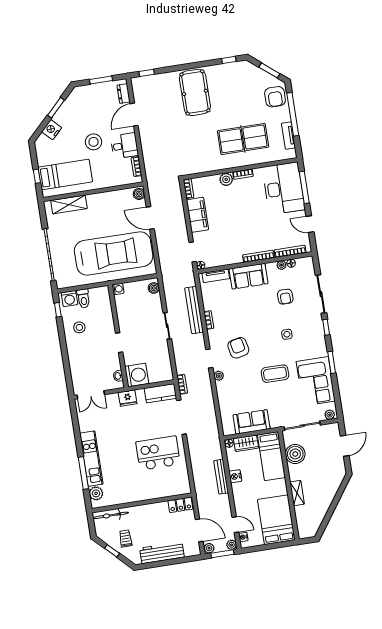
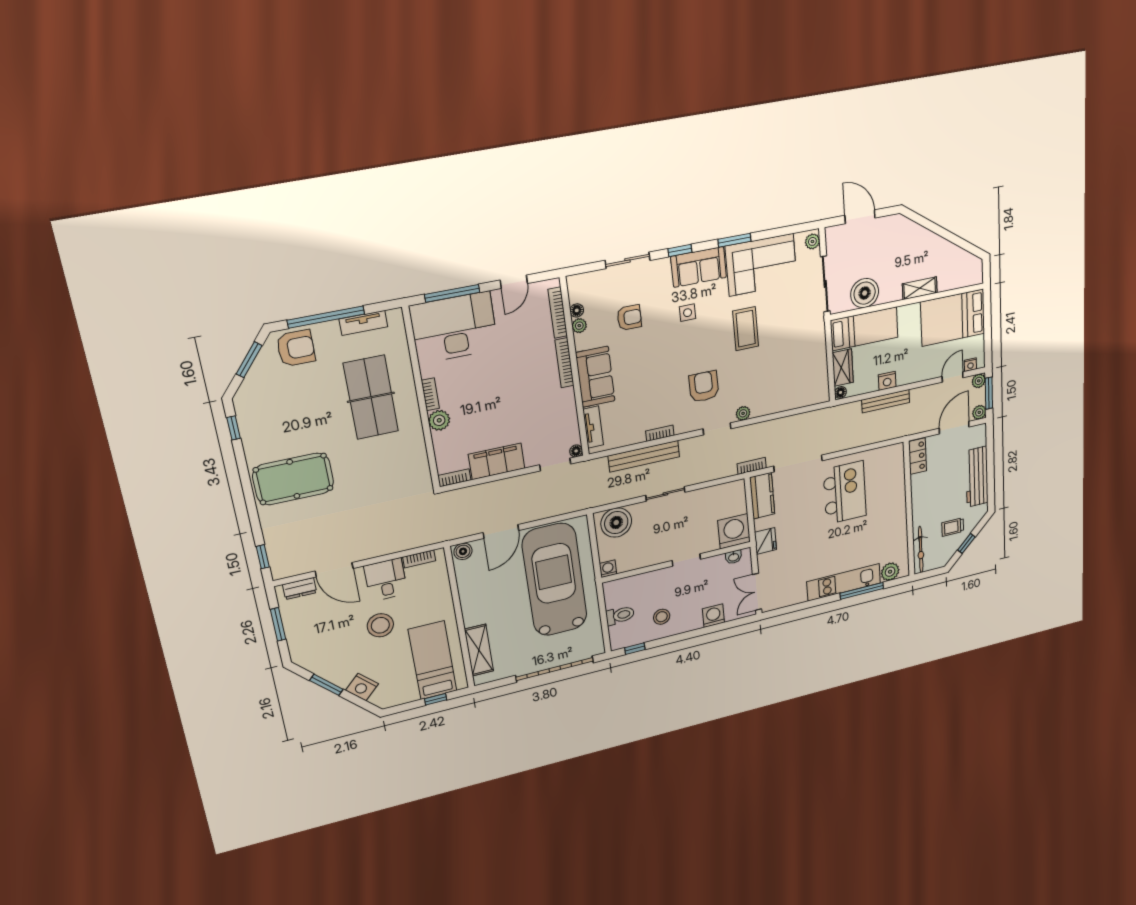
boiler: (154, 288) -> (616, 523), width x1.86, depth x1.86
sliding door: (321, 294) -> (628, 260), width x0.73
washing machine: (69, 299) -> (713, 616), moved, turned -90
armchair: (238, 348) -> (704, 386), turned 102
double door: (91, 395) -> (757, 592), swing flipped
sofa: (252, 422) -> (699, 267), moved, turned -90
kitchen island: (158, 453) -> (845, 493), turned 180

